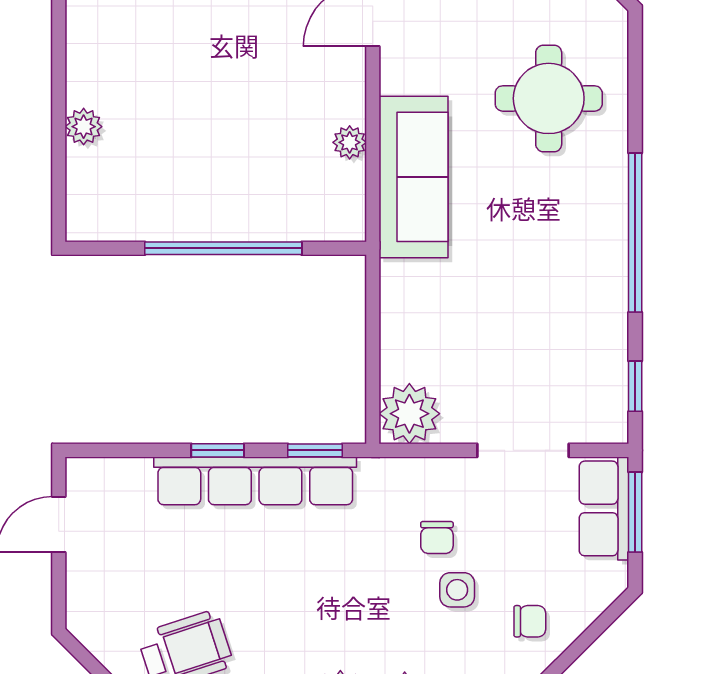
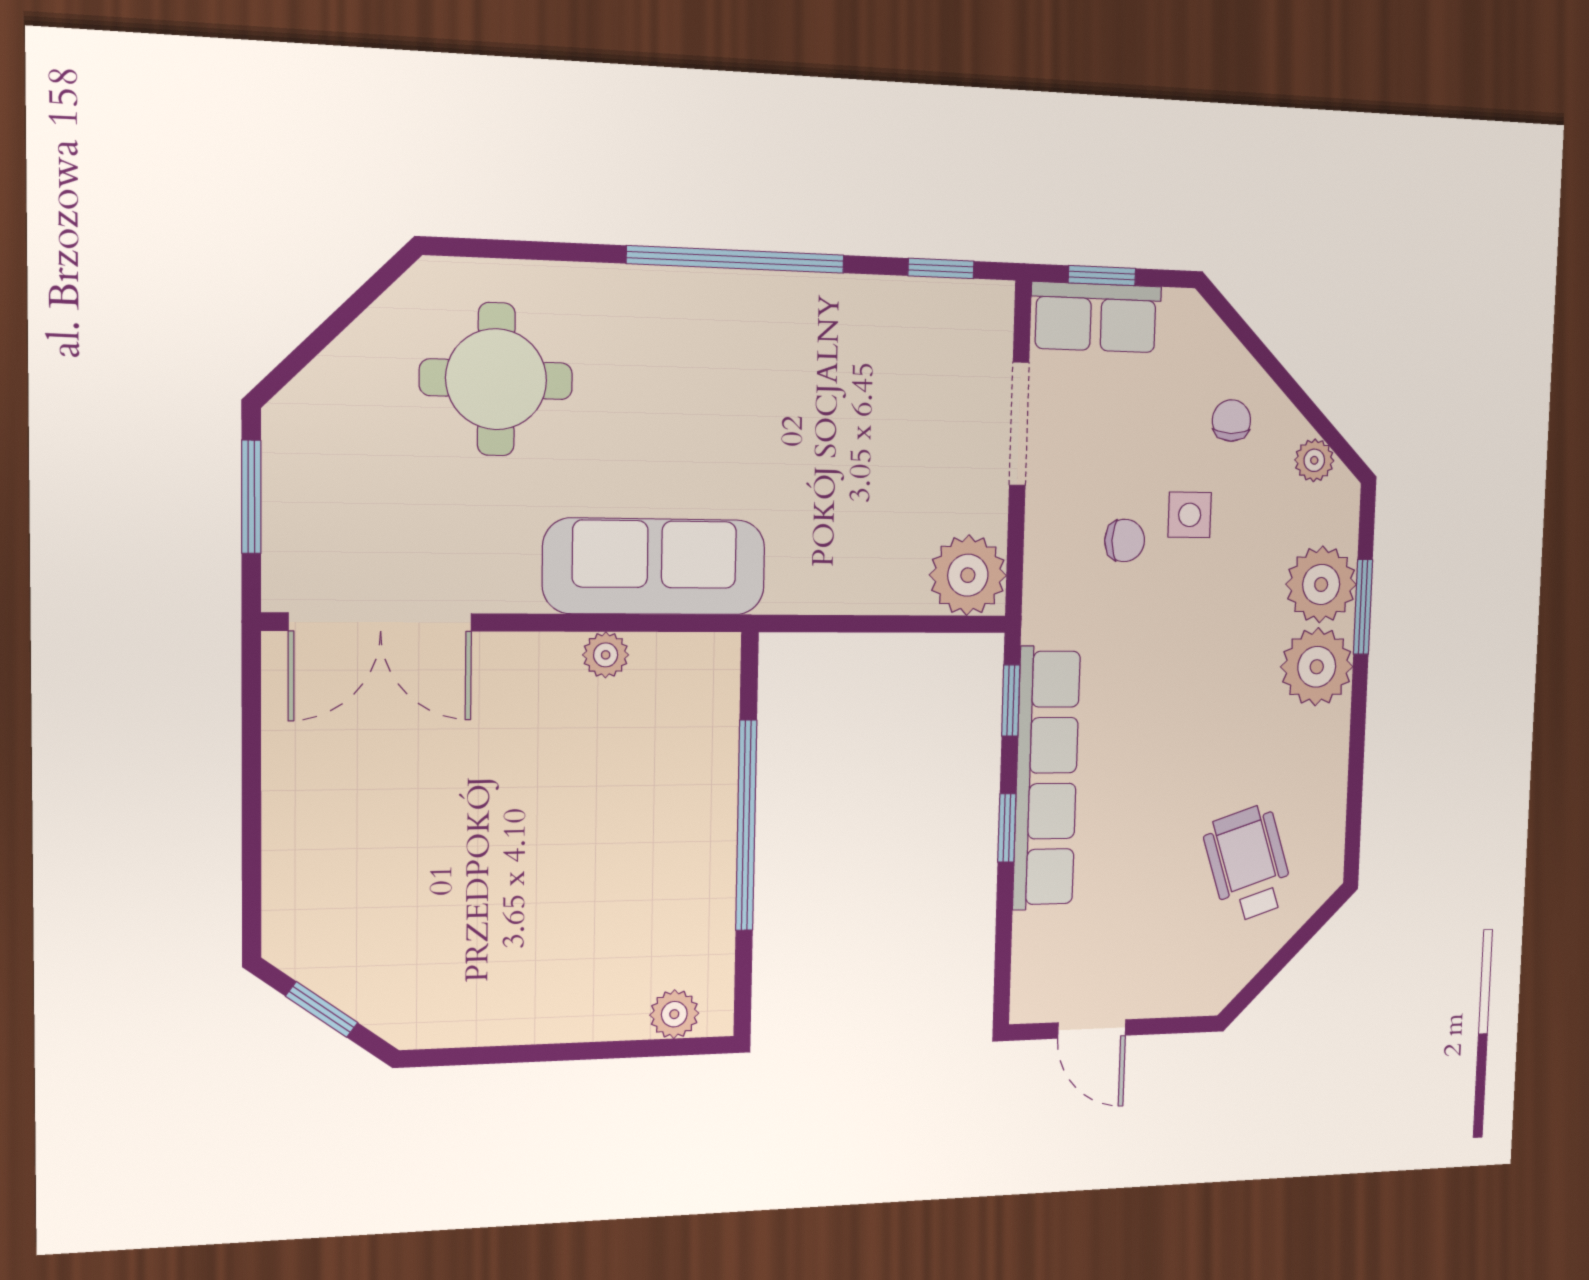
round table: (549, 98) -> (496, 379), moved
plant: (84, 127) -> (674, 1014), moved
window: (635, 512) -> (1102, 276), width x0.67

